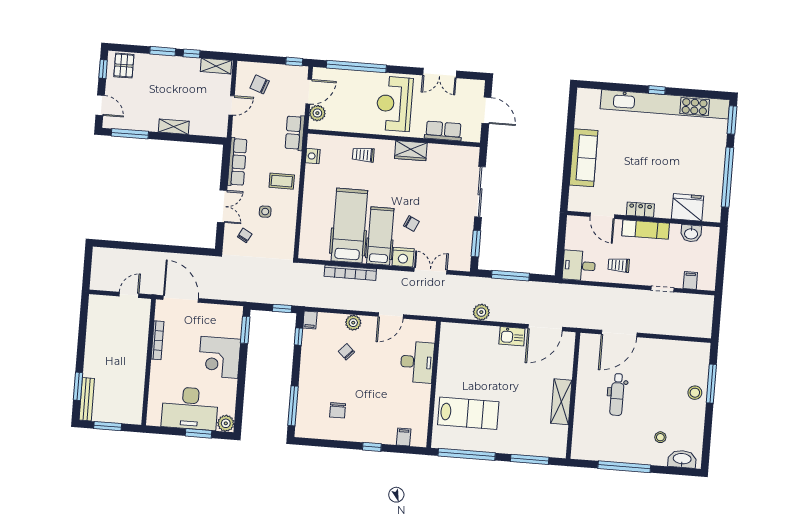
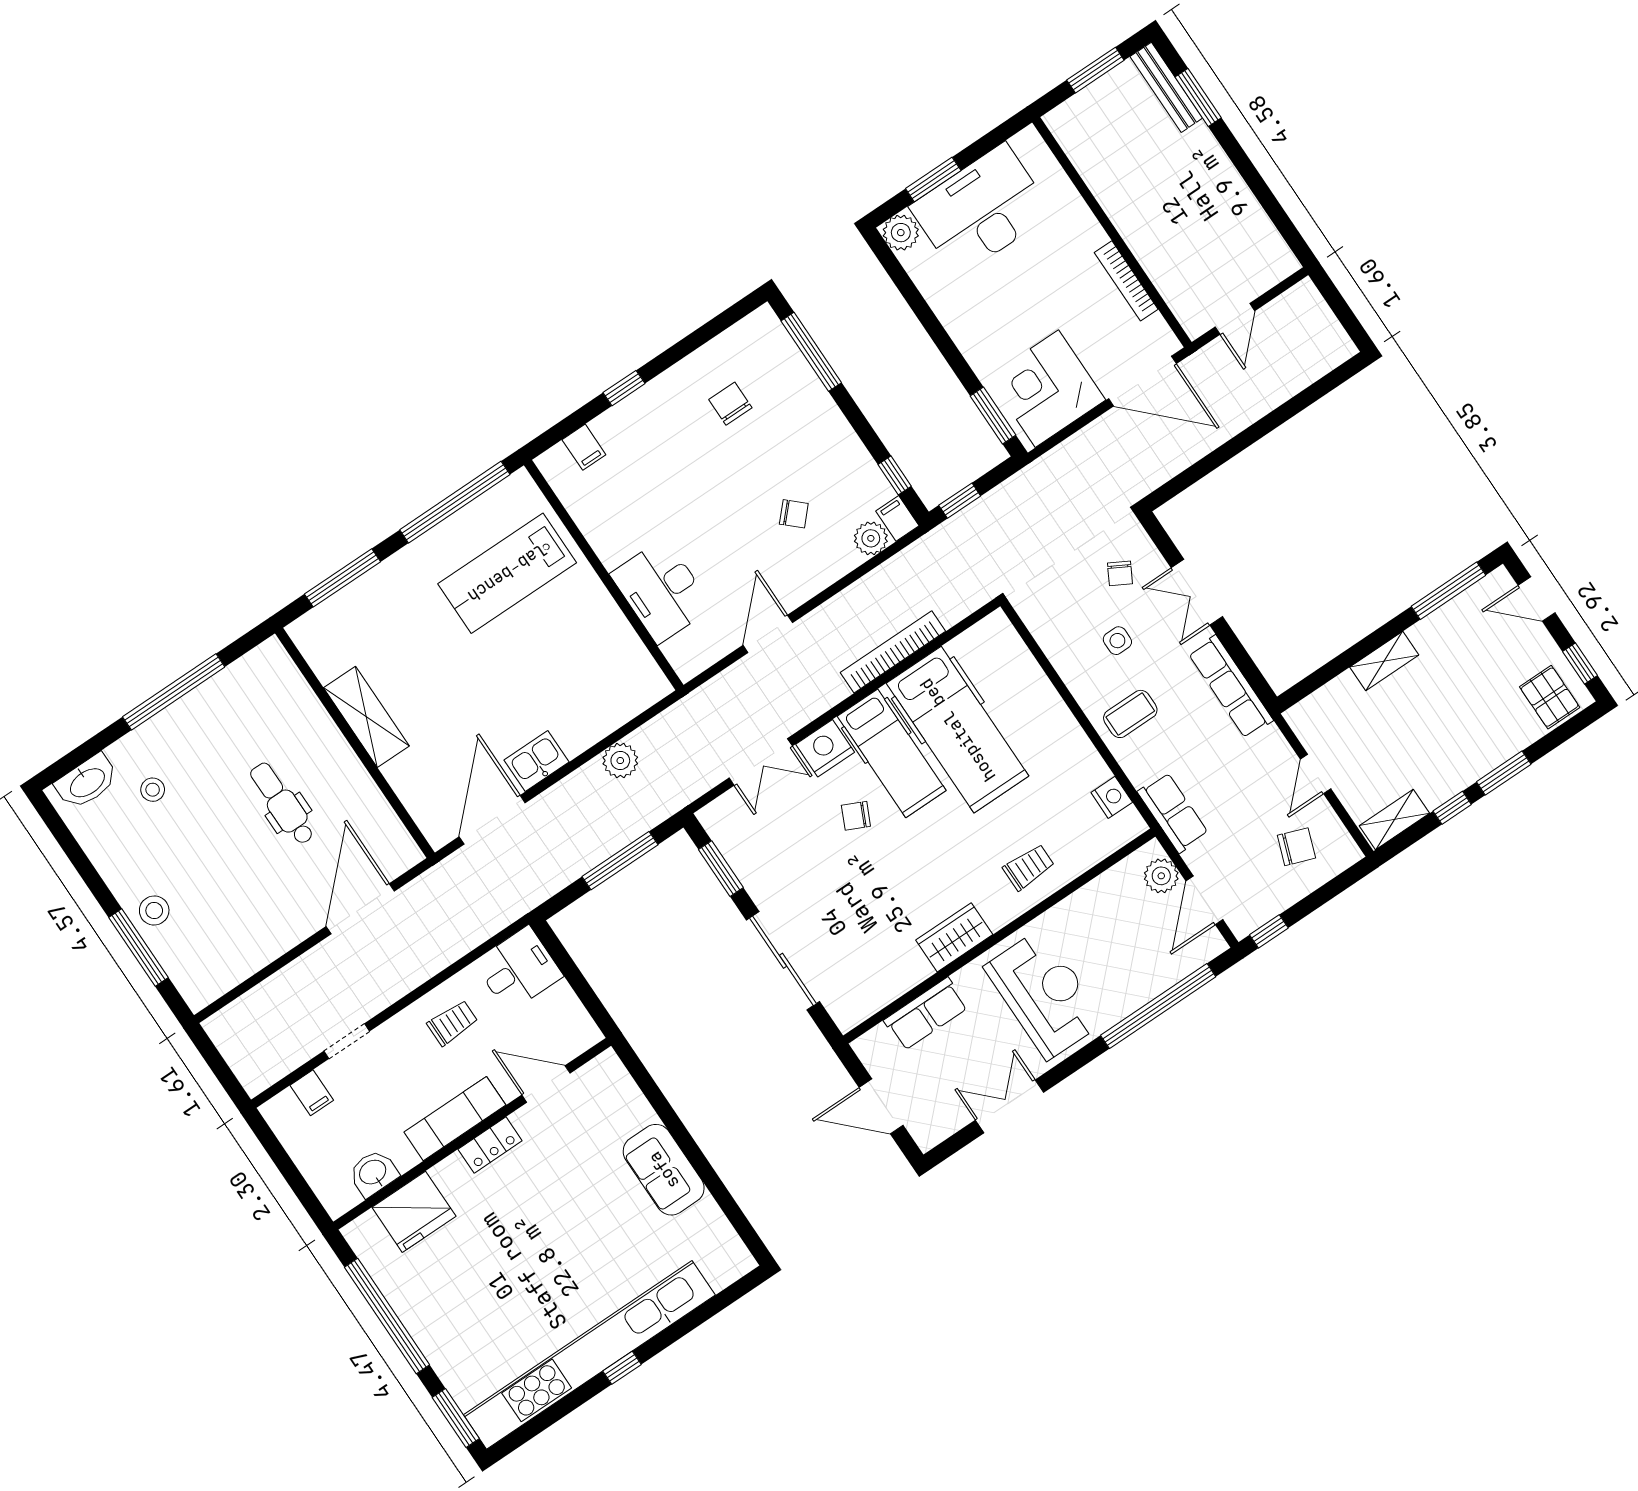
sofa: (584, 158) -> (664, 1170), width x0.73
plant: (353, 323) -> (871, 538), moved
corner desk: (219, 357) -> (1047, 389), moved, turned -90

